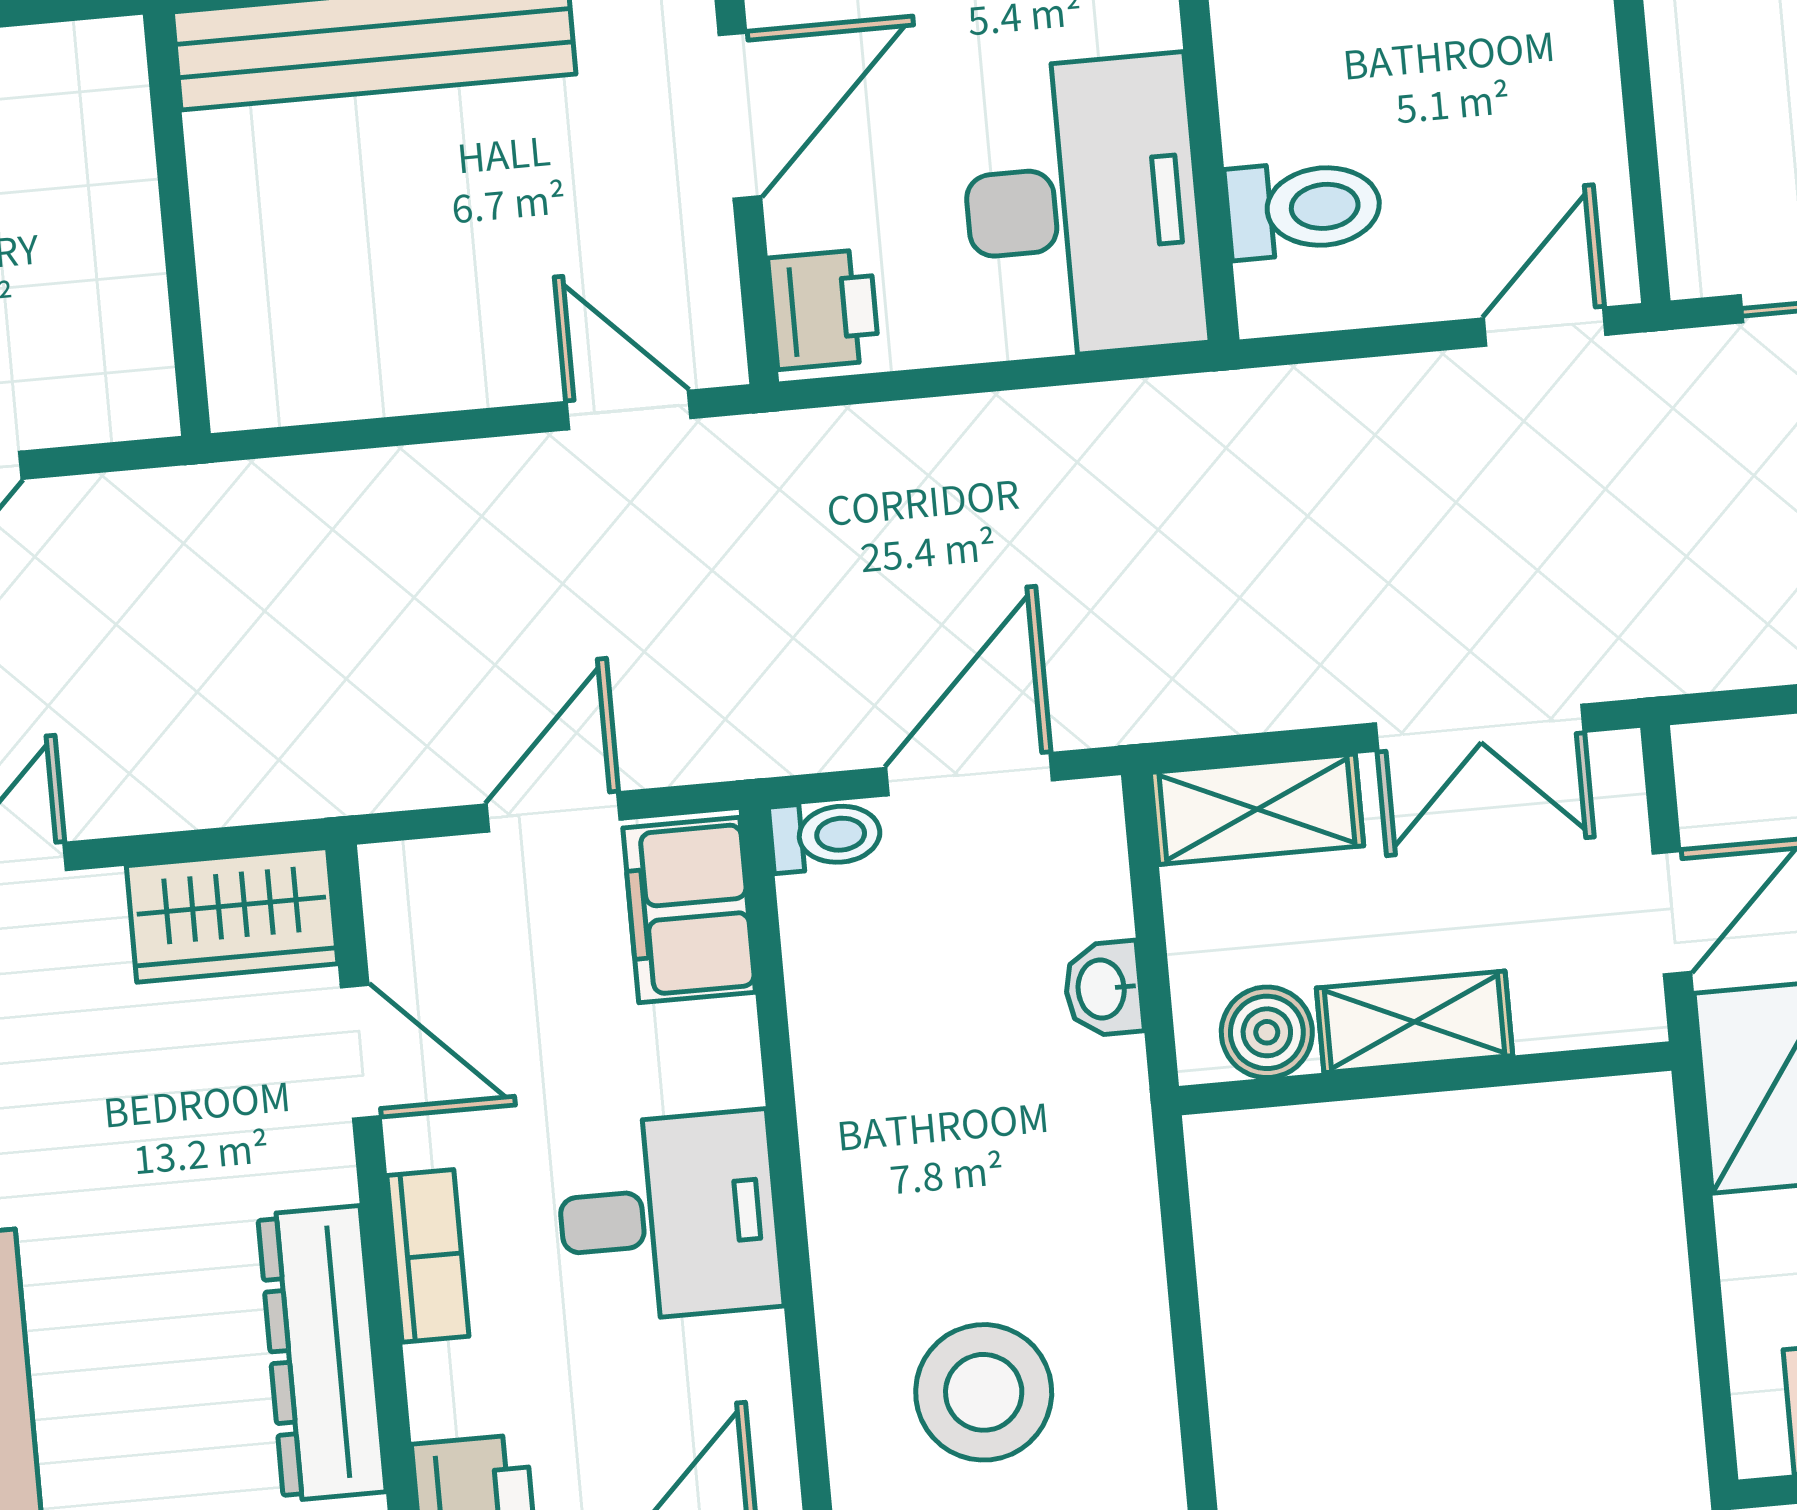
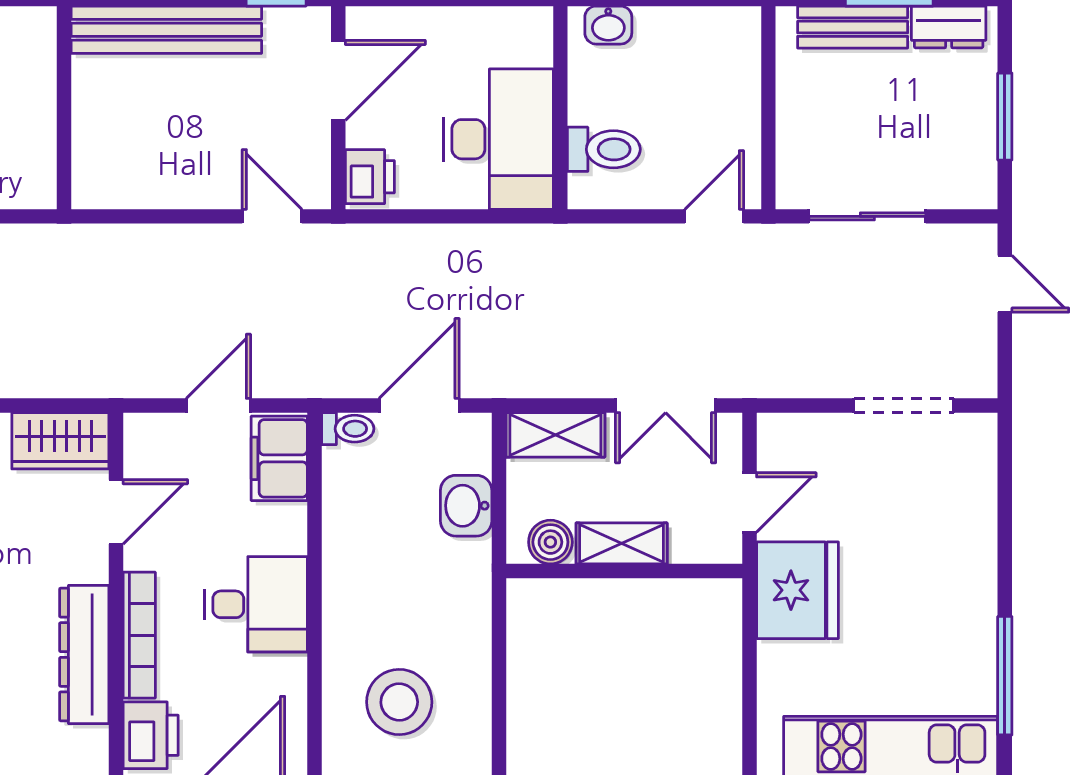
washbasin: (1103, 989) -> (466, 506), width x1.38, depth x1.45
door: (361, 1052) -> (116, 512), hinge flipped
bookcase: (428, 1256) -> (139, 635), width x1.56

